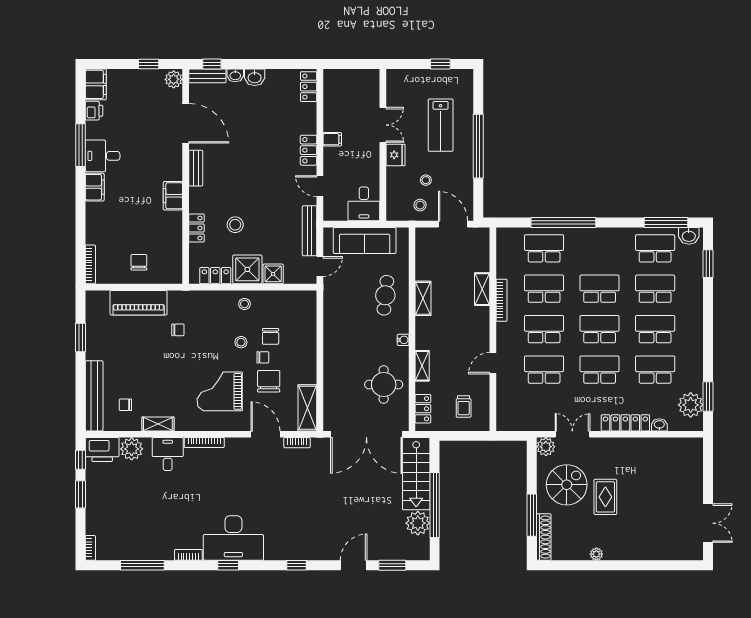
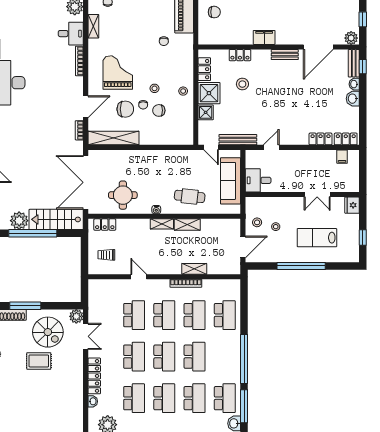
filing cabinet: (332, 139) -> (342, 157), moved
locker: (309, 150) -> (321, 139), moved
fridge: (396, 155) -> (352, 205), moved, turned 90
window: (563, 222) -> (244, 359), moved
shelving: (422, 366) -> (162, 224), moved
shelving: (307, 408) -> (114, 138), width x1.47

